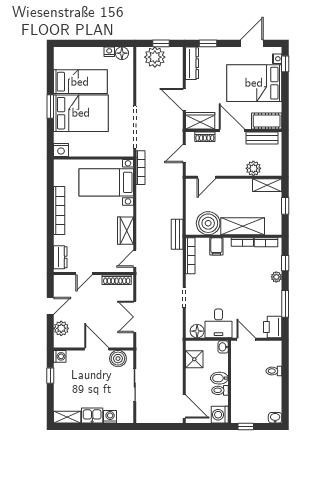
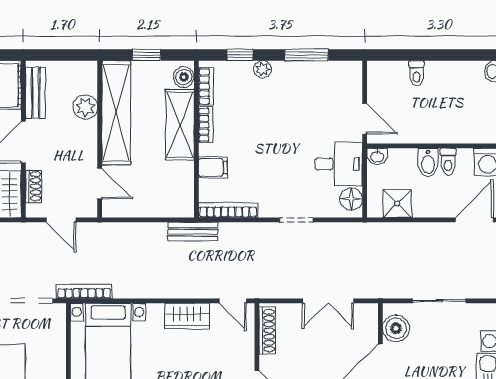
shelving: (267, 185) -> (116, 113), width x2.20, depth x1.33
boiler: (208, 223) -> (184, 77), moved, width x0.54, depth x0.54
printer: (273, 327) -> (345, 75), removed
door: (246, 339) -> (365, 119), swing flipped

